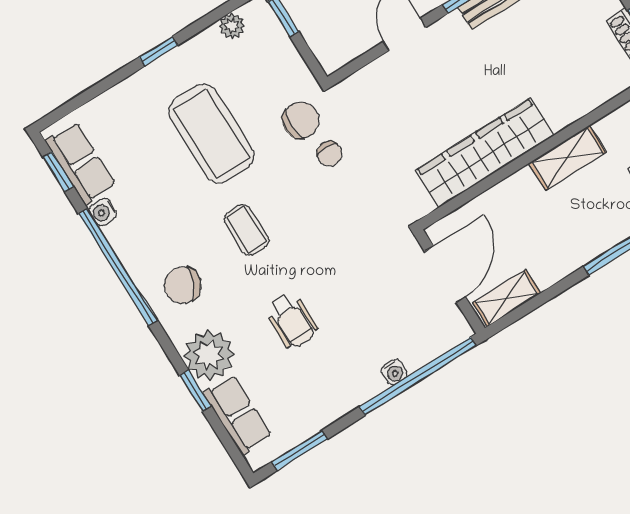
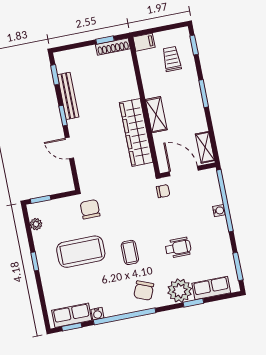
chair: (329, 154) -> (163, 191), moved
shelving: (567, 158) -> (156, 115), moved
coffee table: (246, 230) -> (130, 252), turned 90

